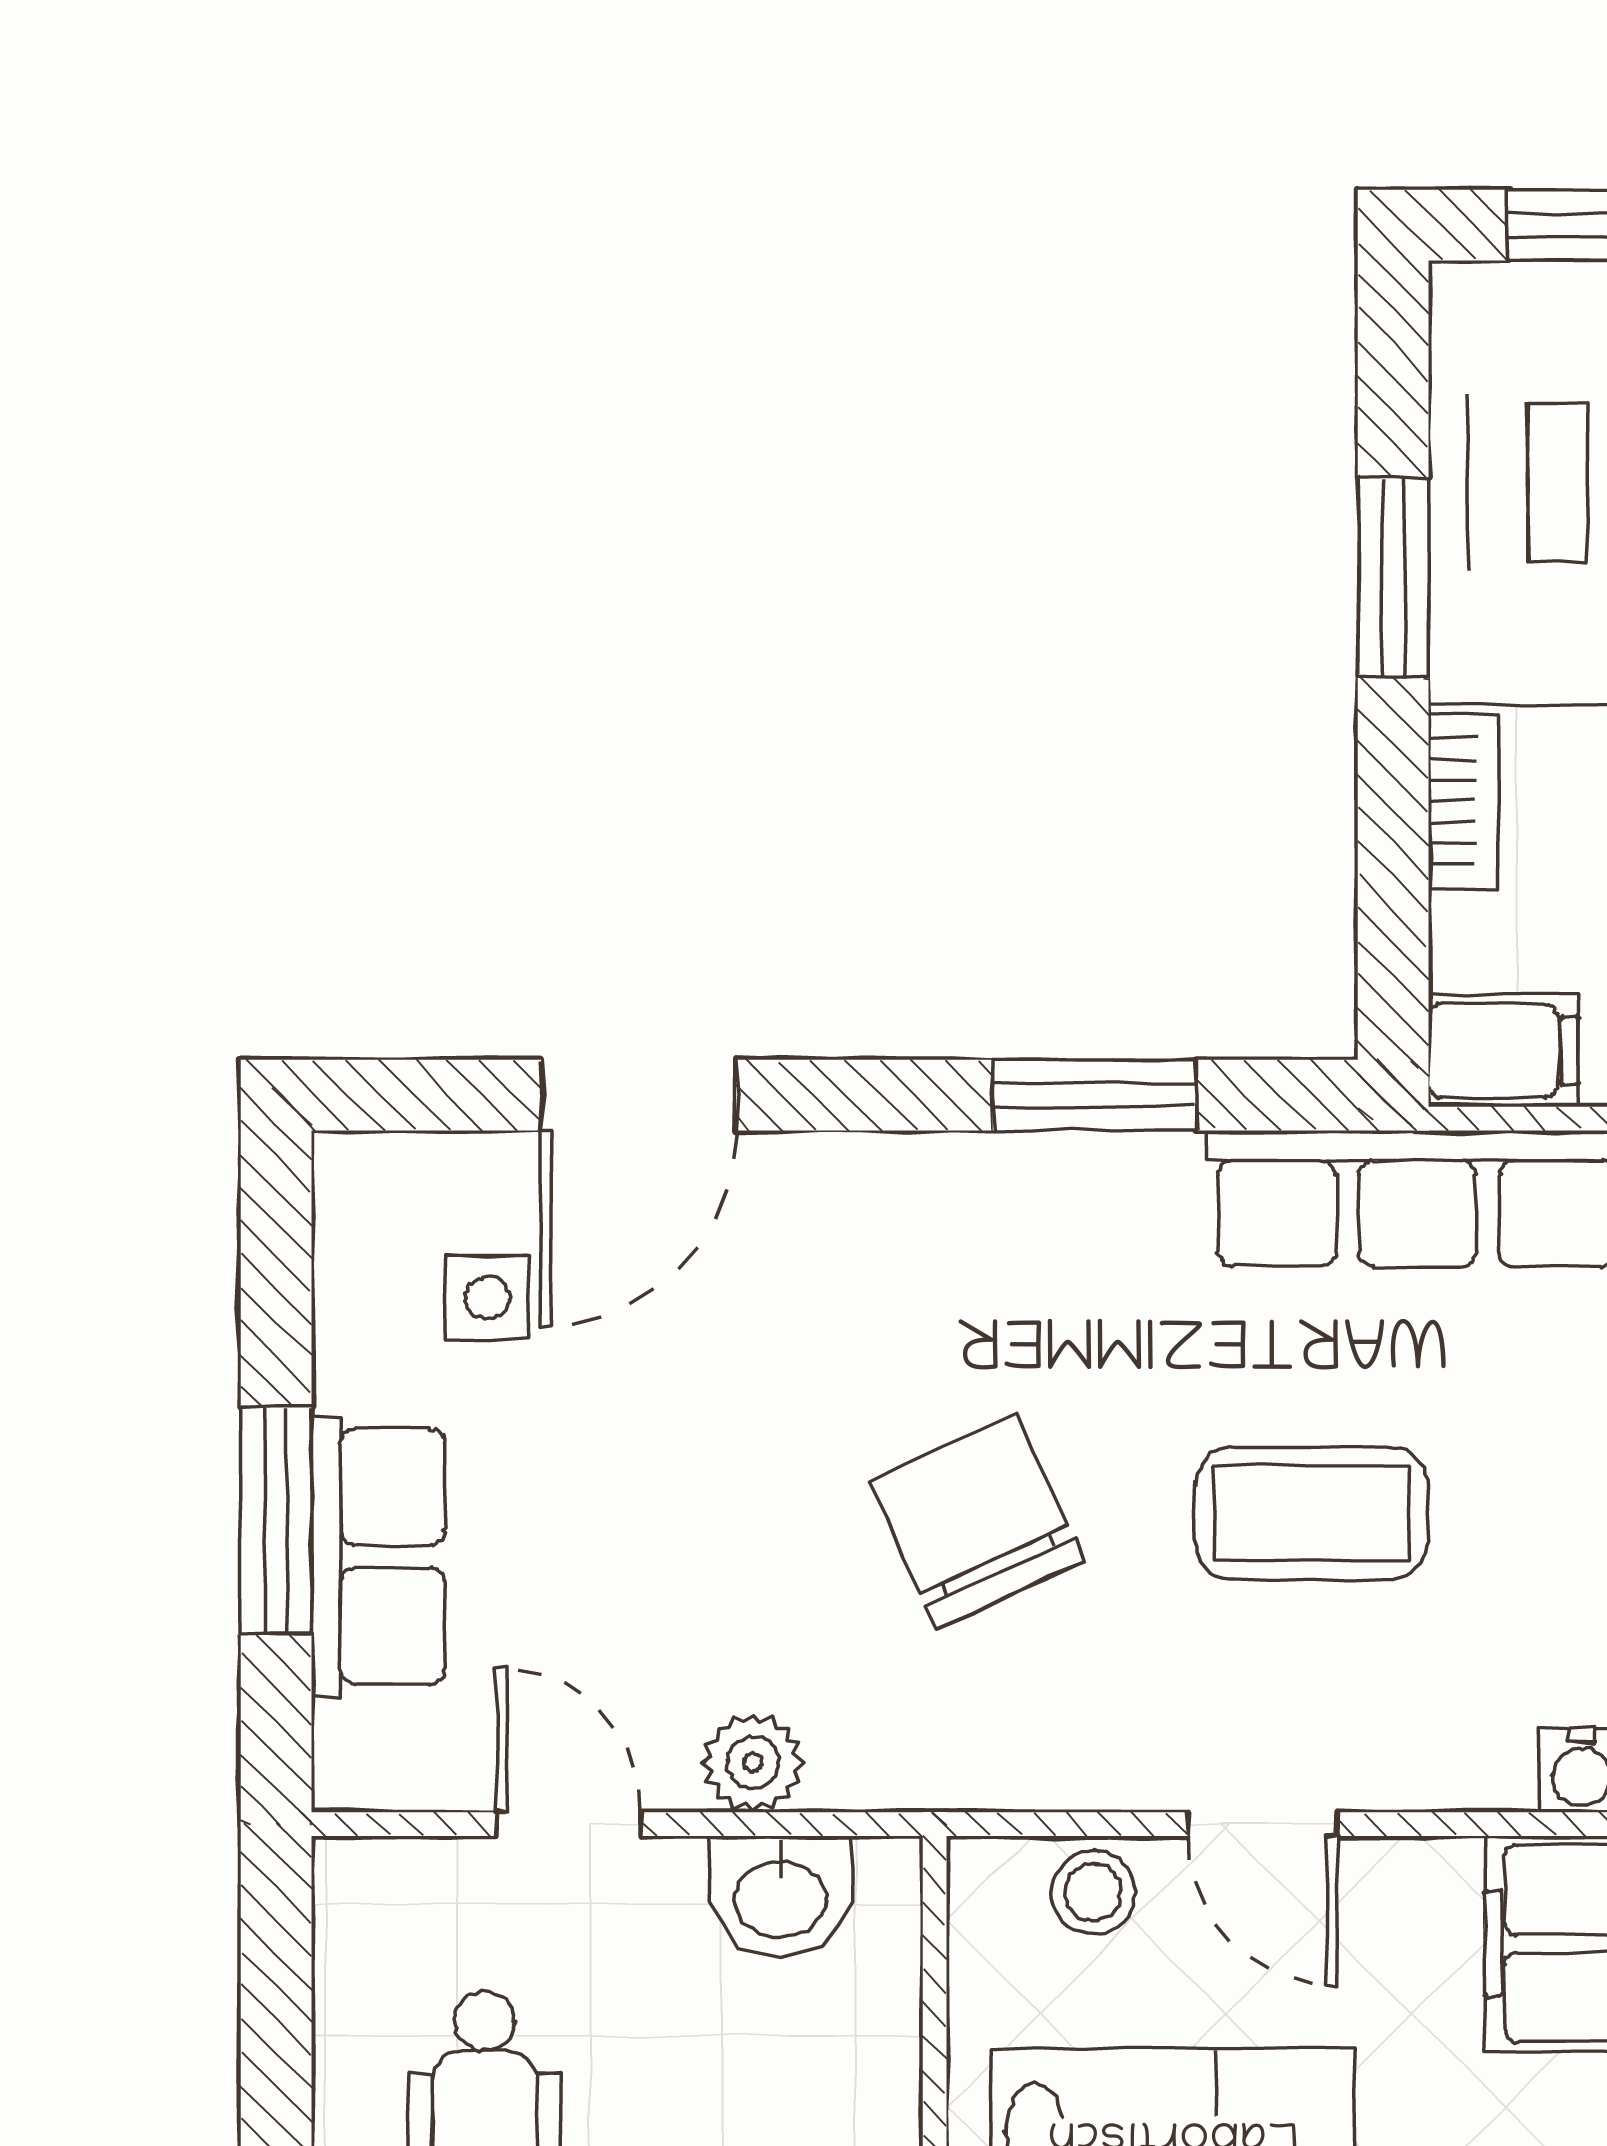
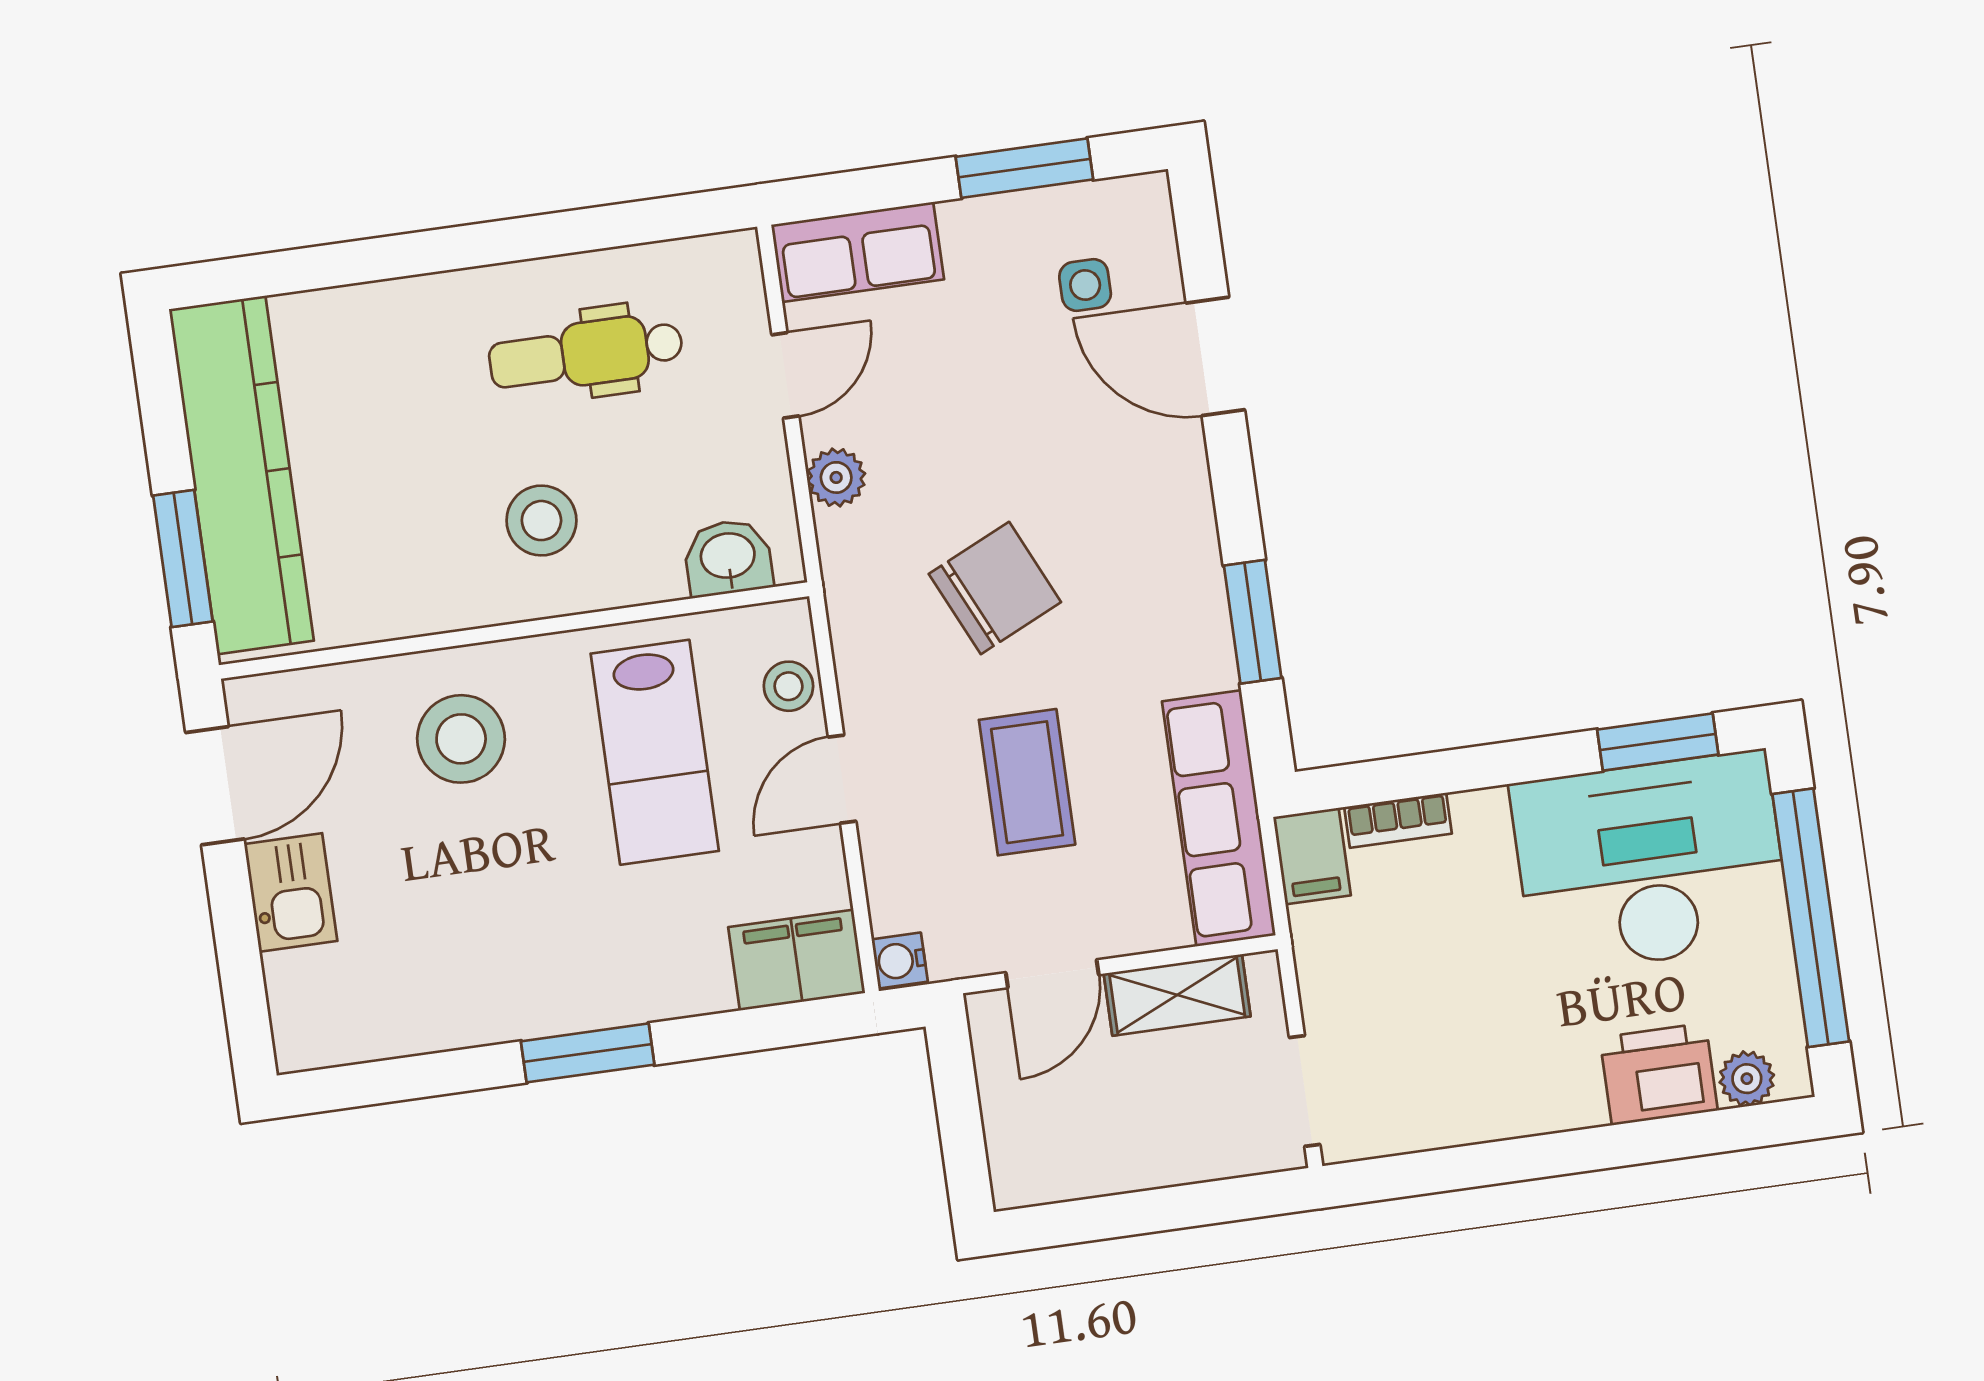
window: (1393, 577) -> (1658, 742), moved
bookcase: (1463, 801) -> (1398, 820), moved
window: (276, 1520) -> (1024, 168), moved
row of seats: (378, 1556) -> (858, 252), moved
washbasin: (780, 1896) -> (728, 558), moved, turned 90

